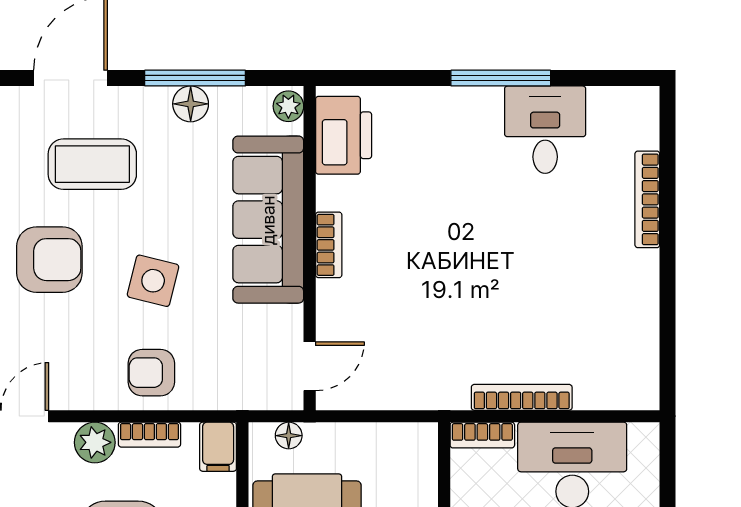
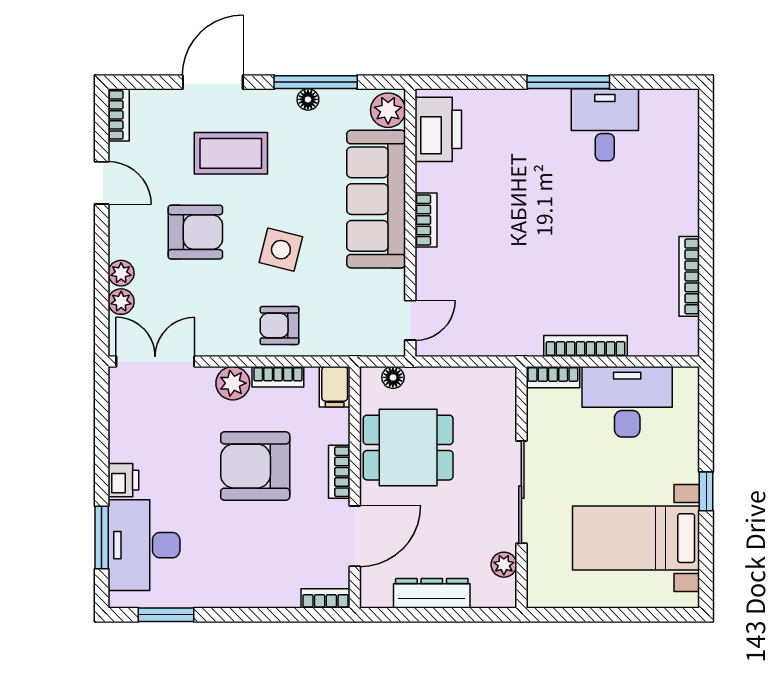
floor lamp: (191, 104) -> (308, 99), width x0.73, depth x0.73
plant: (288, 106) -> (388, 110), width x1.38, depth x1.38
bookcase: (647, 199) -> (689, 276), moved

